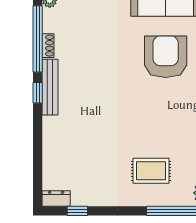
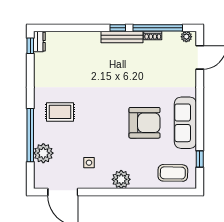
rug: (151, 171) -> (60, 112), turned 90
window: (77, 211) -> (30, 46), moved

